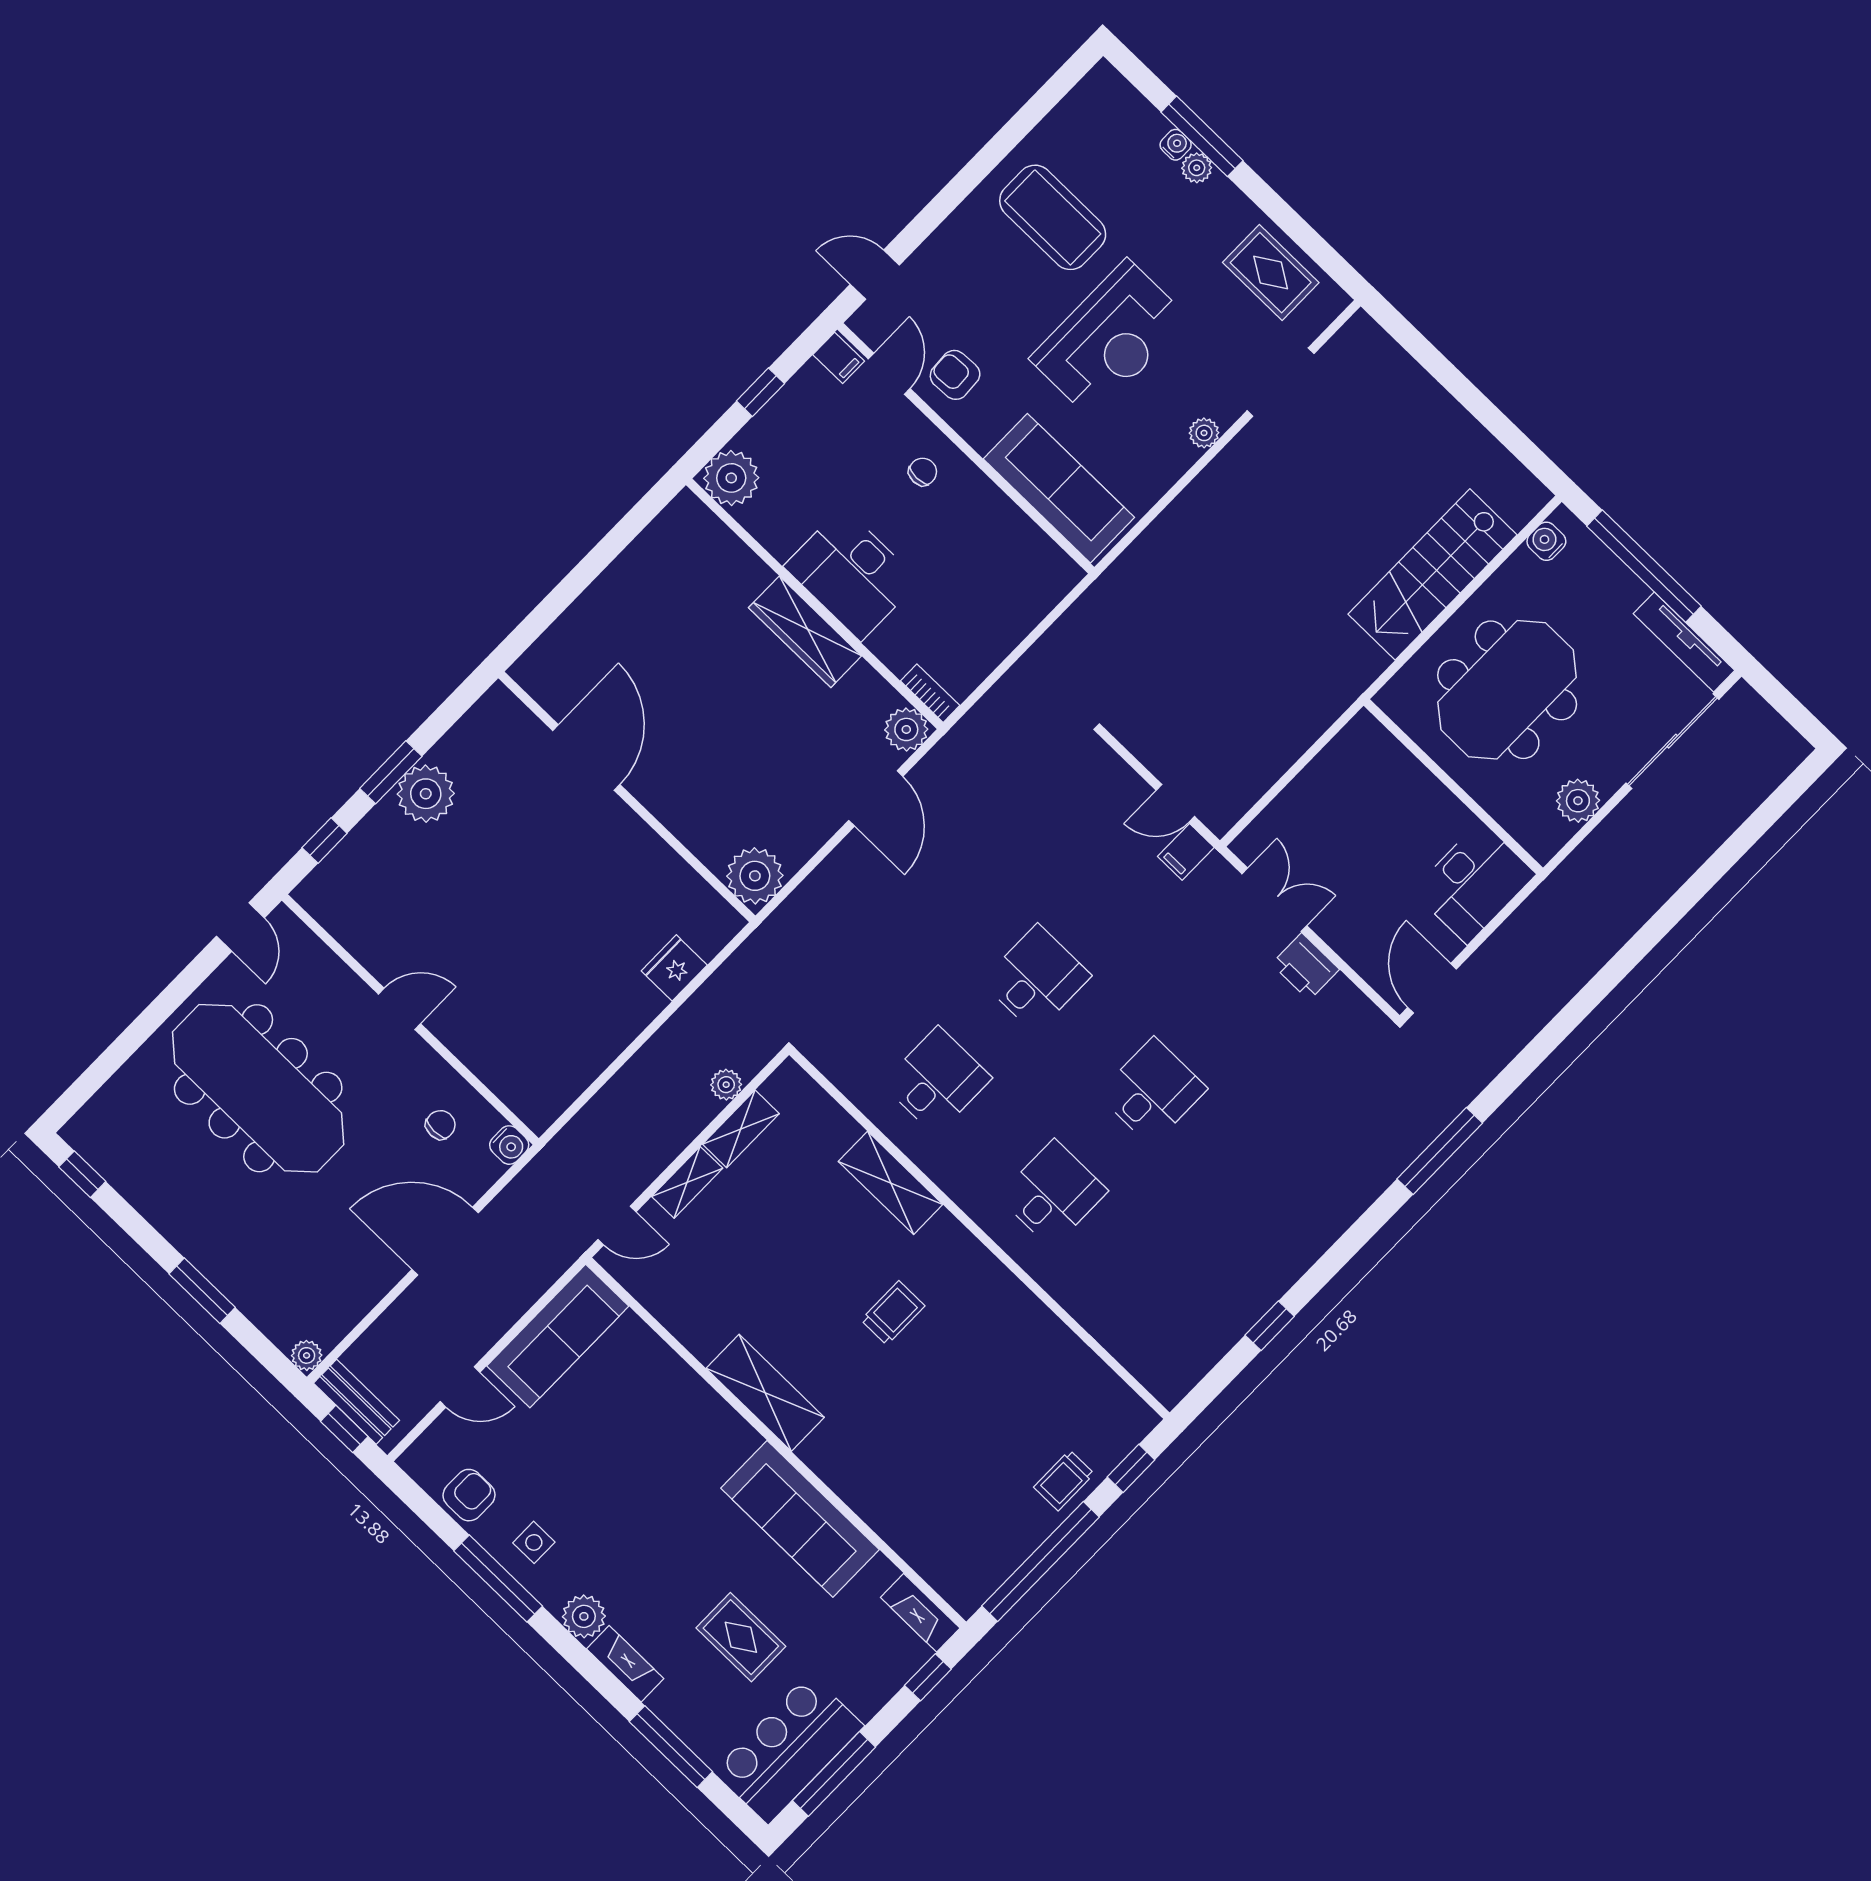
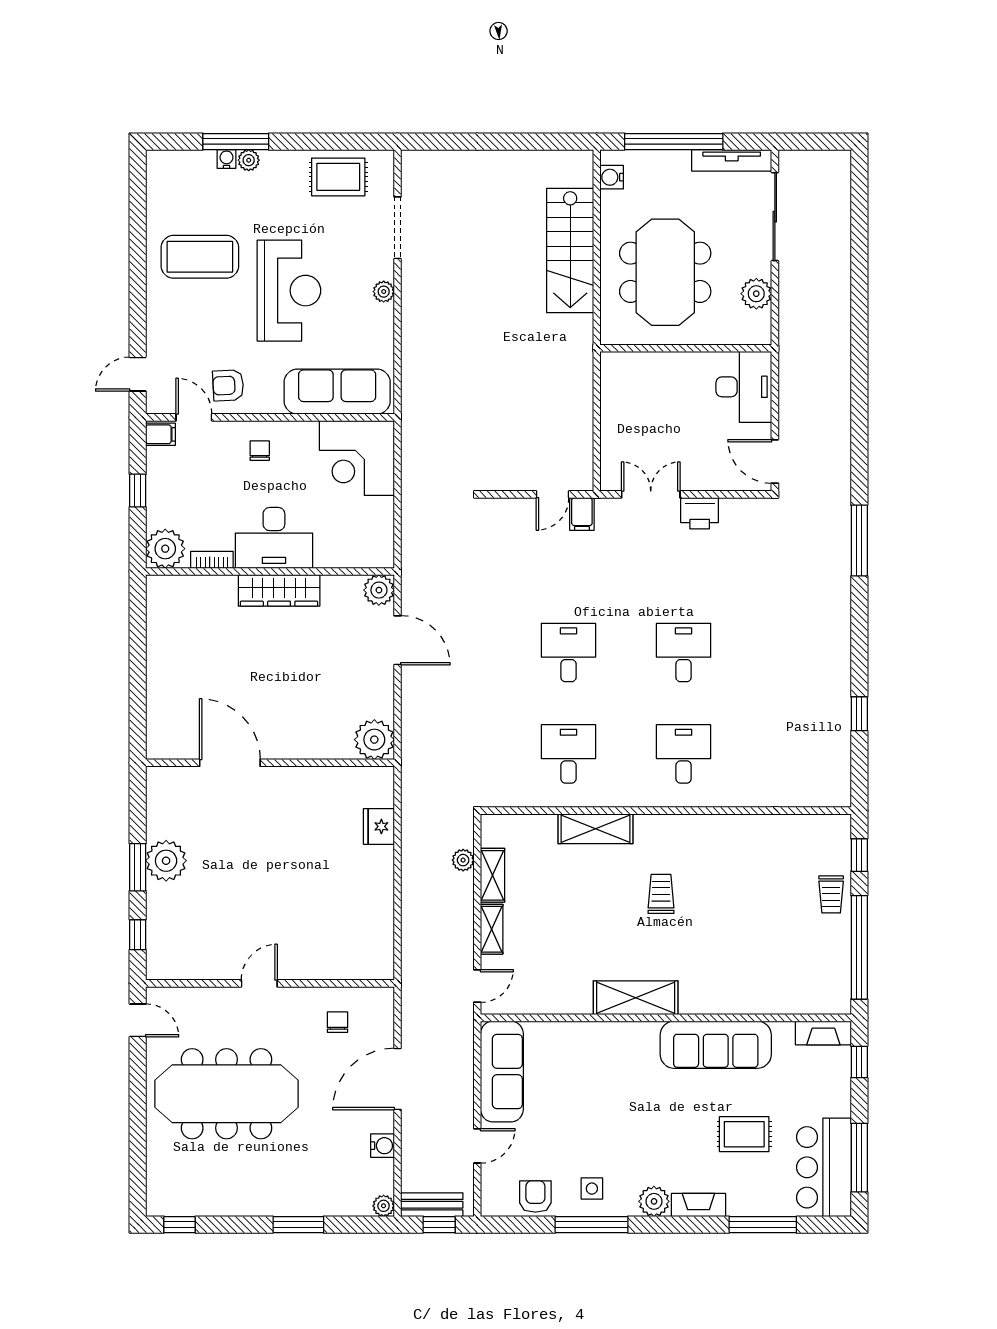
corner desk: (1014, 575) -> (357, 458), added
bookcase: (930, 693) -> (212, 560), moved
water cooler: (509, 1145) -> (383, 1146), moved

